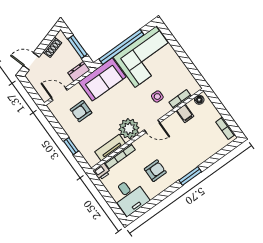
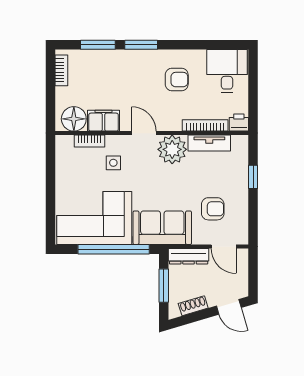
dresser: (79, 71) -> (189, 256), width x1.44
floor lamp: (199, 100) -> (74, 119), width x1.89, depth x1.89
filing cabinet: (185, 113) -> (104, 121), width x2.00
window: (215, 158) -> (98, 45), added
armchair: (155, 171) -> (177, 80), turned 180

